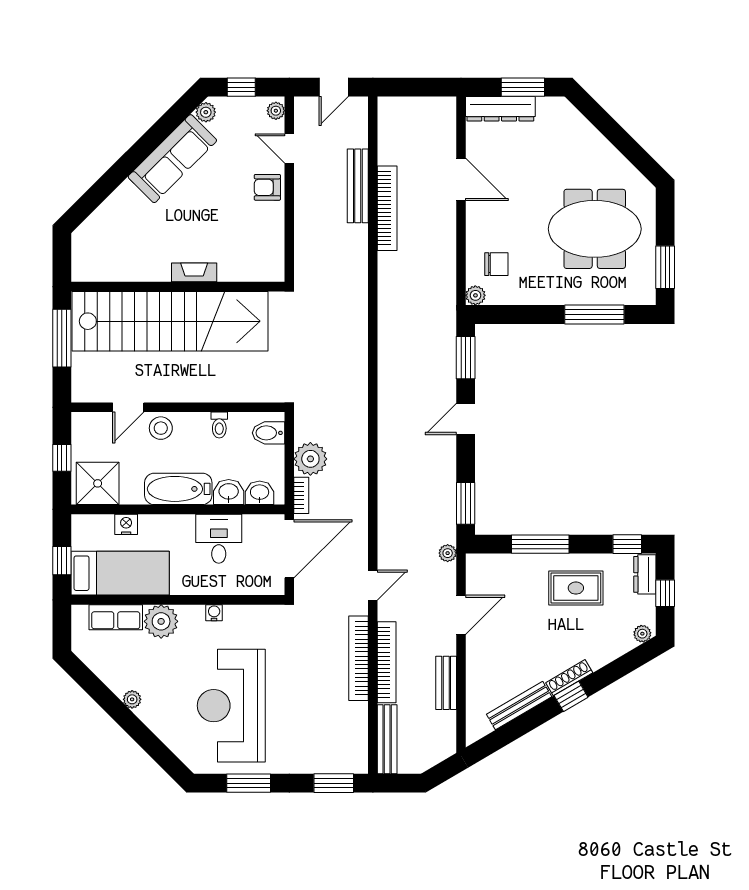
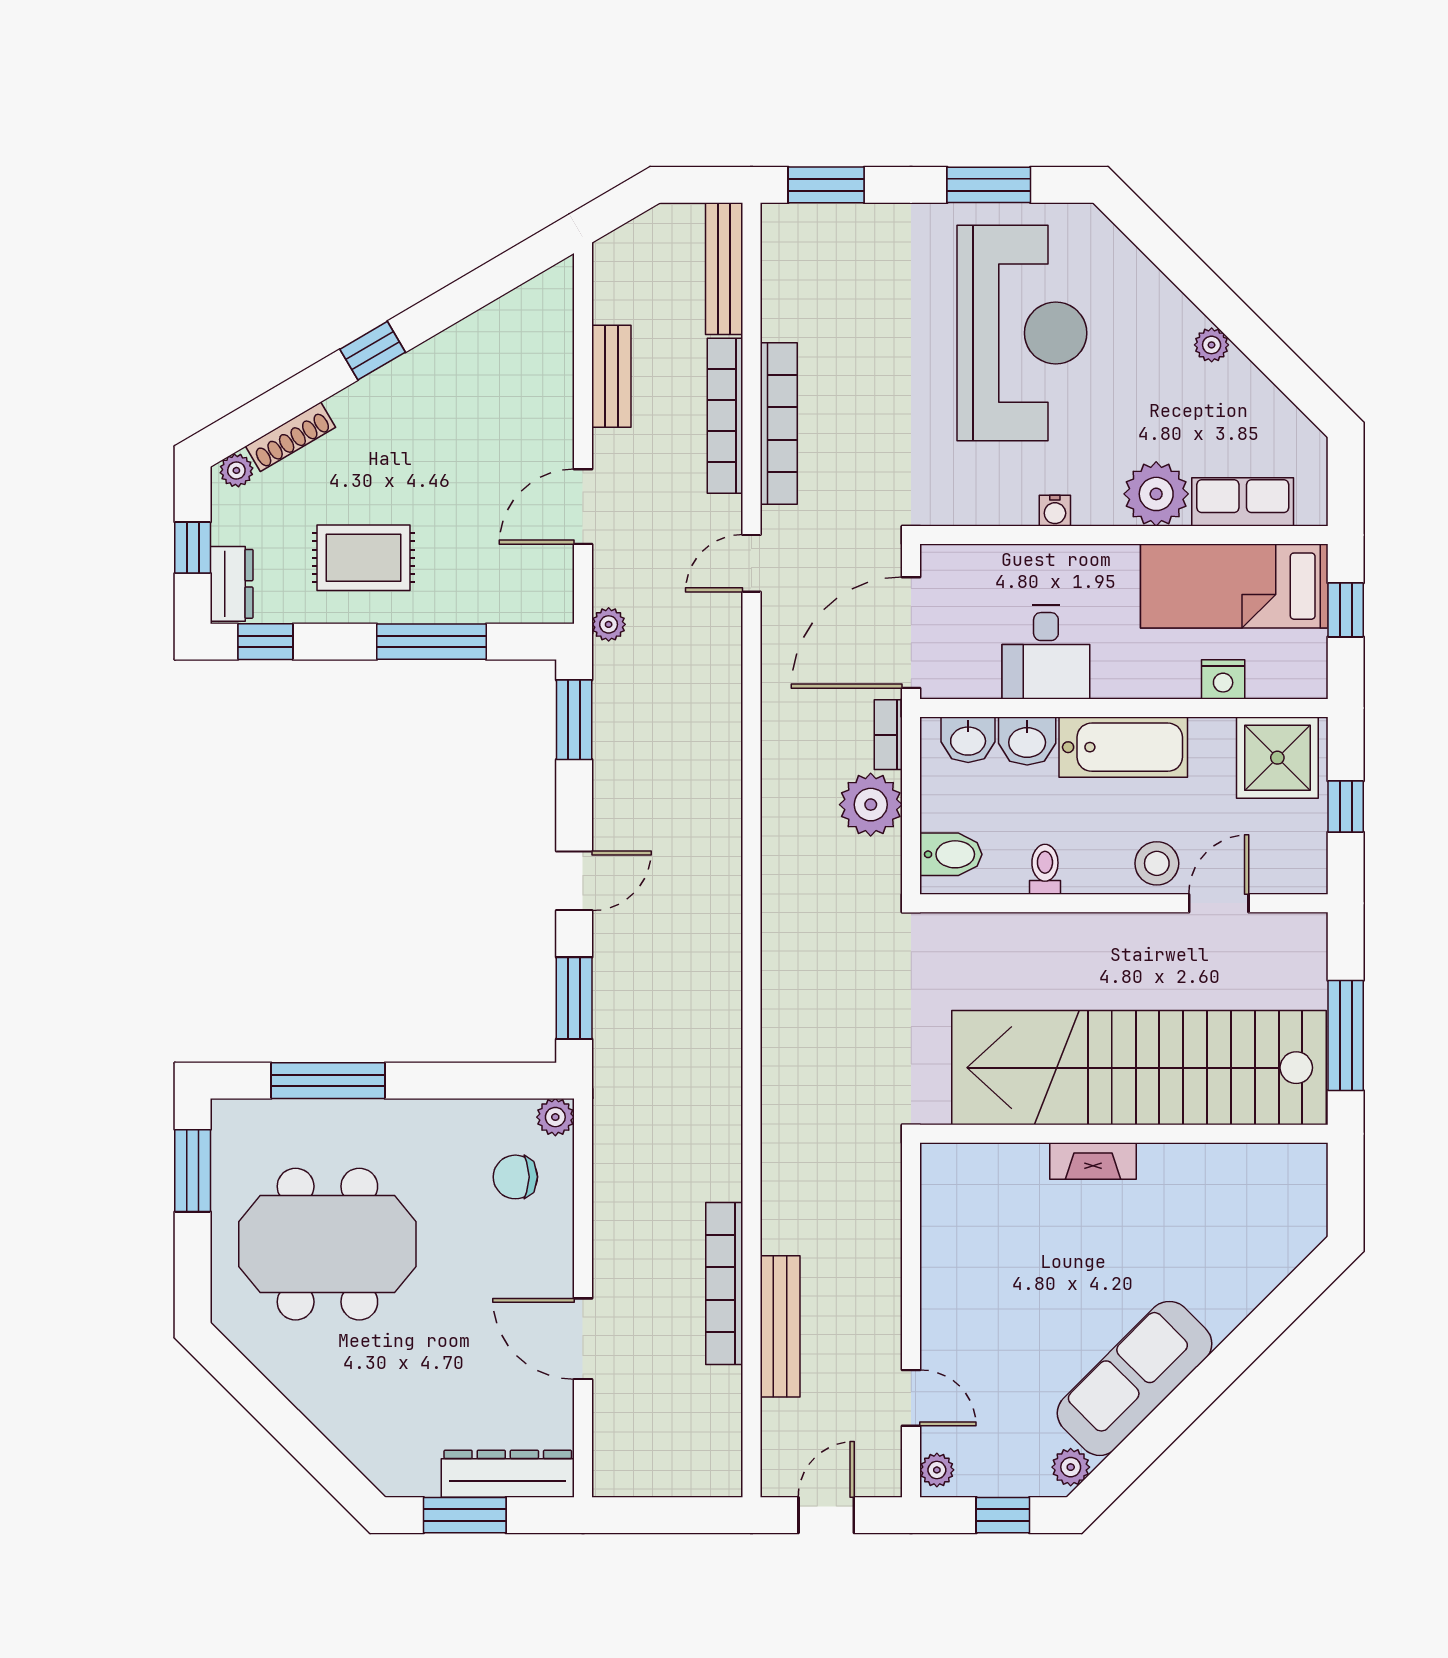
armchair: (267, 187) -> (953, 1324), removed
shoe rack: (569, 678) -> (290, 437), moved
bench: (519, 706) -> (472, 333), removed

